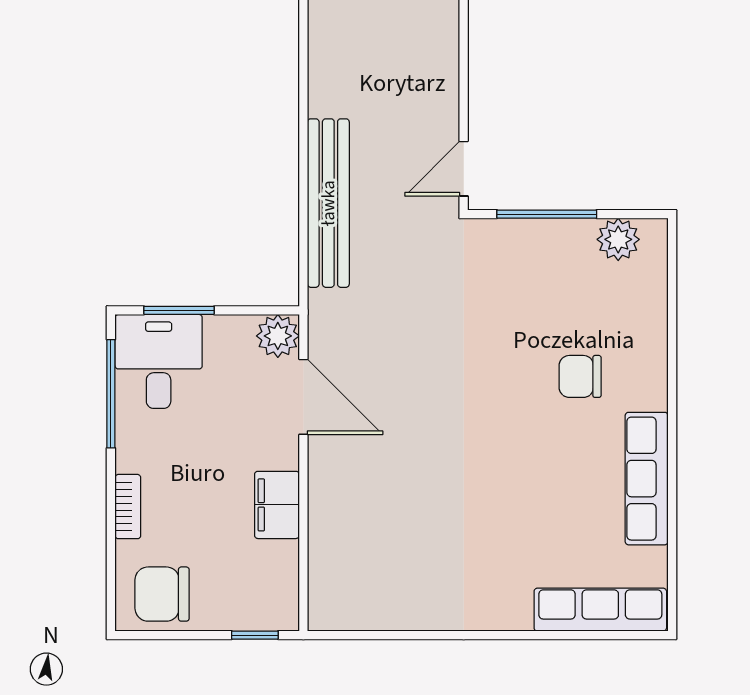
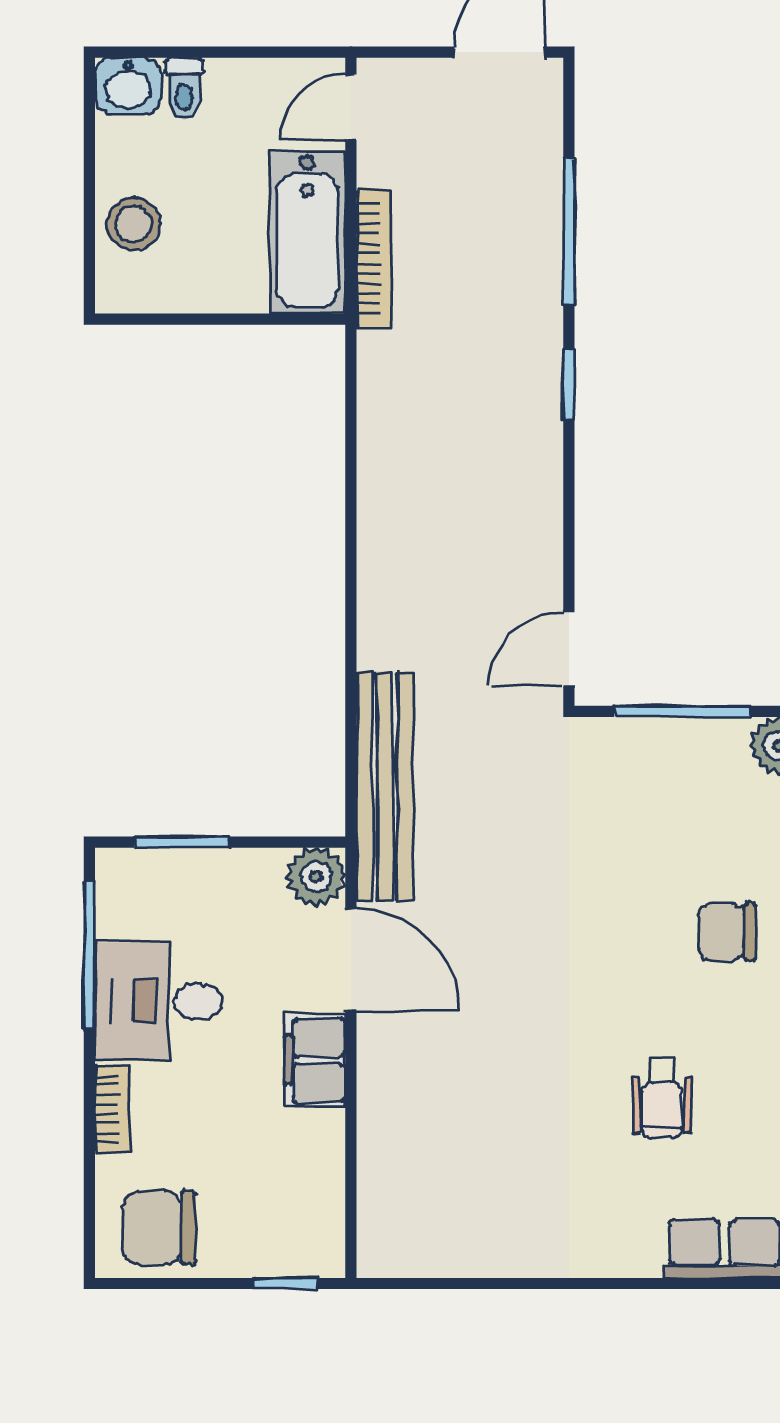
bench: (328, 203) -> (385, 786), moved
desk: (159, 361) -> (159, 1002), moved, turned -90
wheelchair: (532, 499) -> (662, 1098), added
filing cabinet: (277, 505) -> (315, 1060), moved

